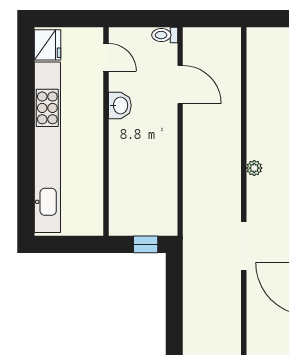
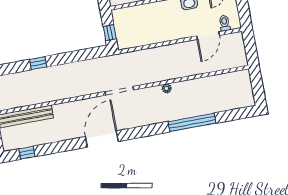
toilet: (165, 35) -> (225, 23), moved

